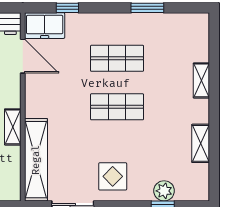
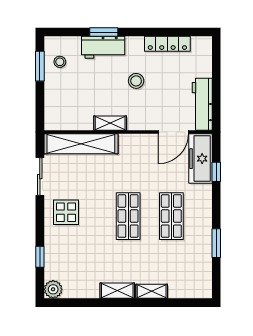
freezer: (45, 26) -> (201, 159), width x1.40
shelving: (201, 143) -> (117, 291), moved
plant: (164, 191) -> (53, 289), moved

